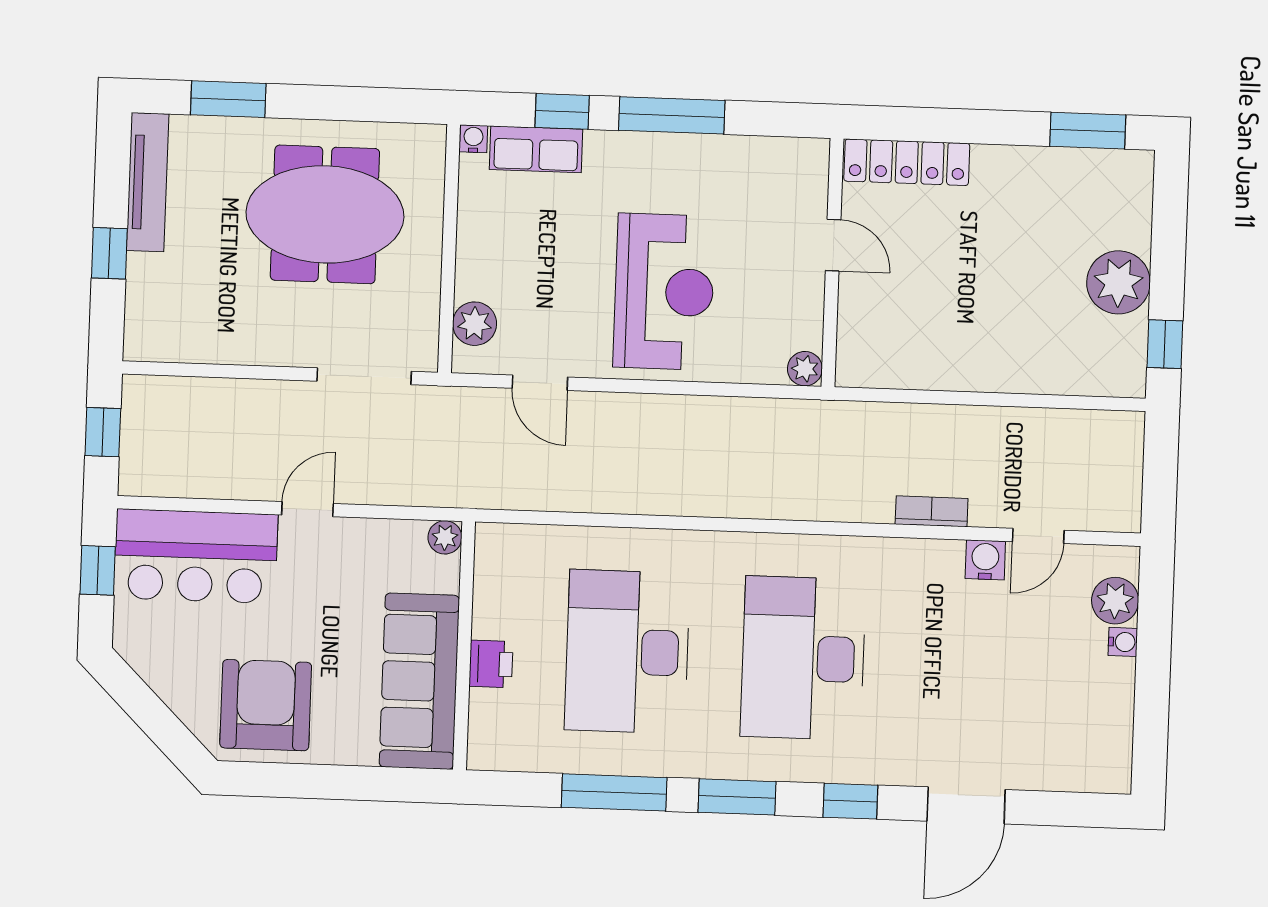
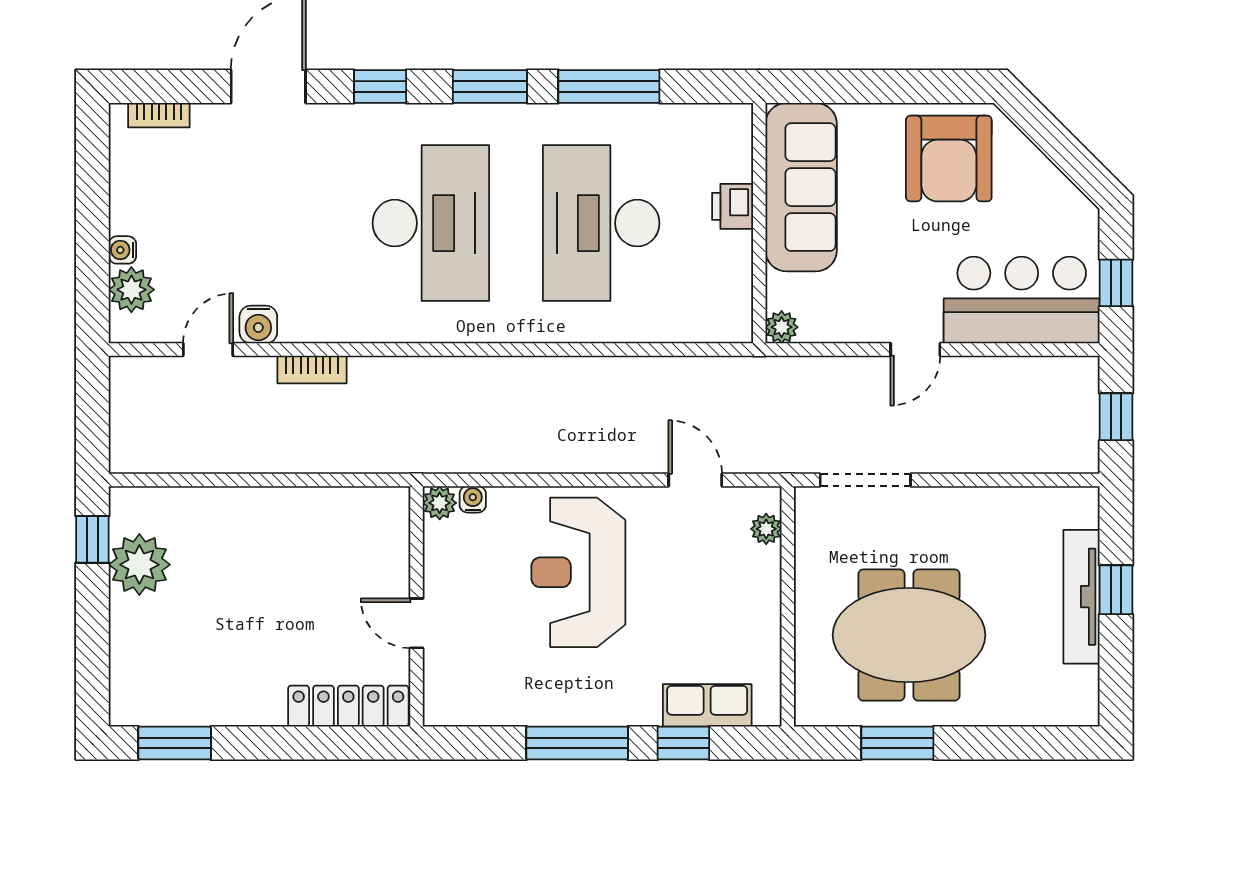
window: (228, 99) -> (897, 743), moved
water cooler: (473, 139) -> (473, 499), moved, turned 180
tv unit: (148, 182) -> (1082, 597), moved
plant: (1118, 282) -> (139, 565), moved
plant: (475, 324) -> (766, 529), width x0.73, depth x0.73
desk: (627, 652) -> (601, 223), turned 180
bookcase: (1080, 780) -> (159, 115), added

